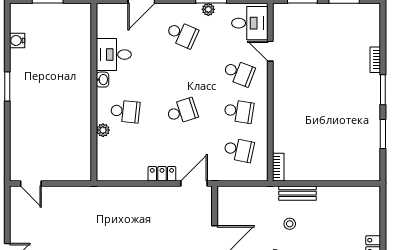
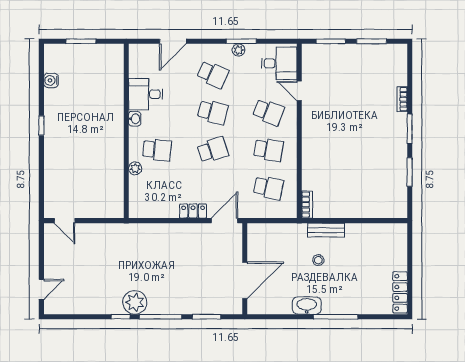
school desk: (182, 73) -> (213, 112), added
window: (7, 86) -> (41, 125), width x0.67

